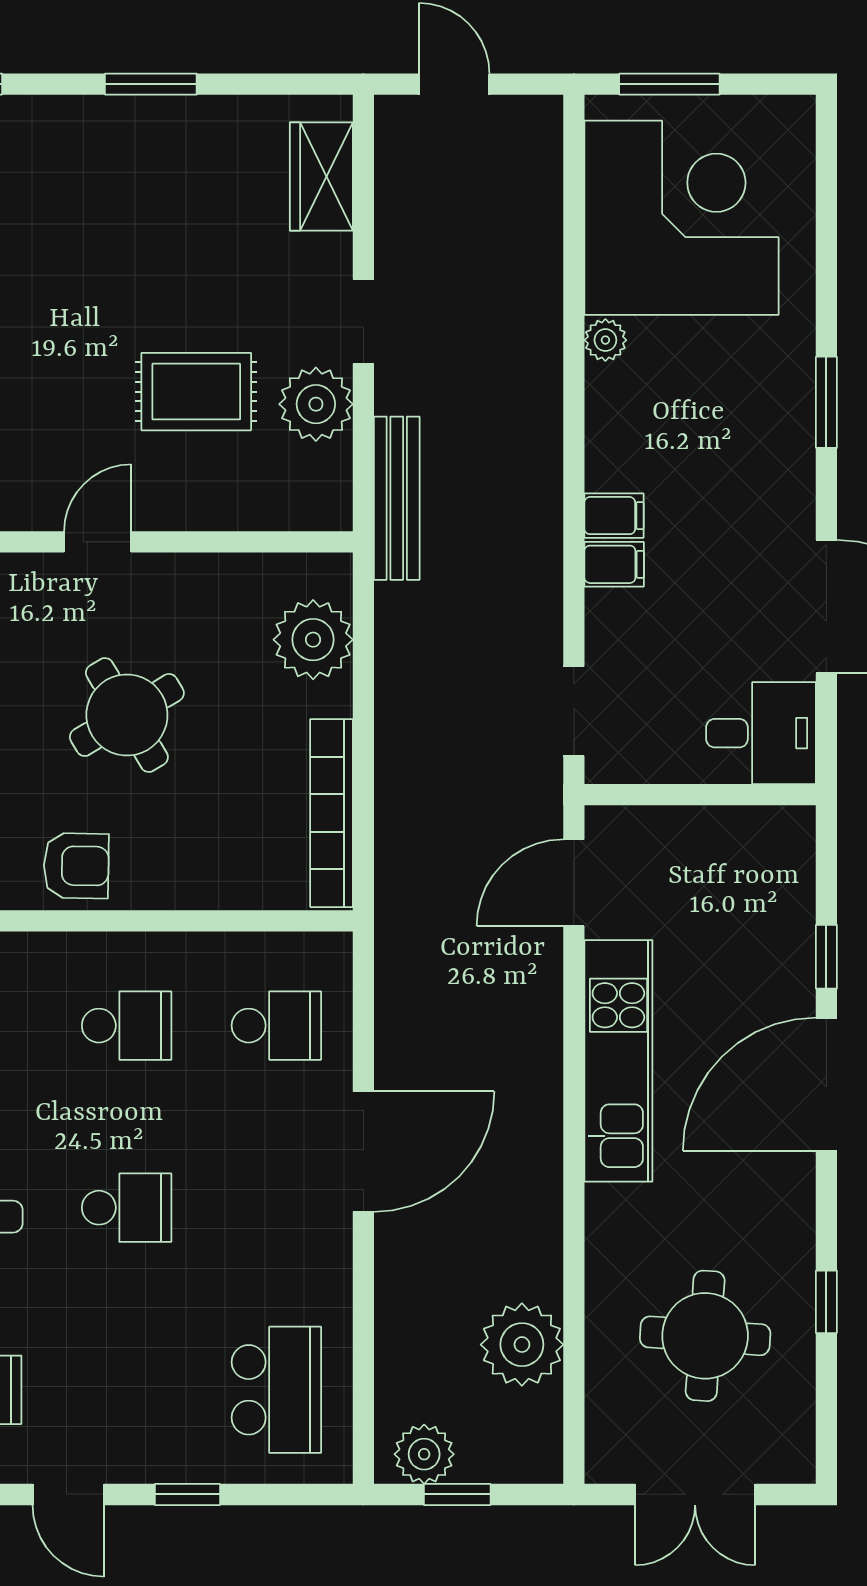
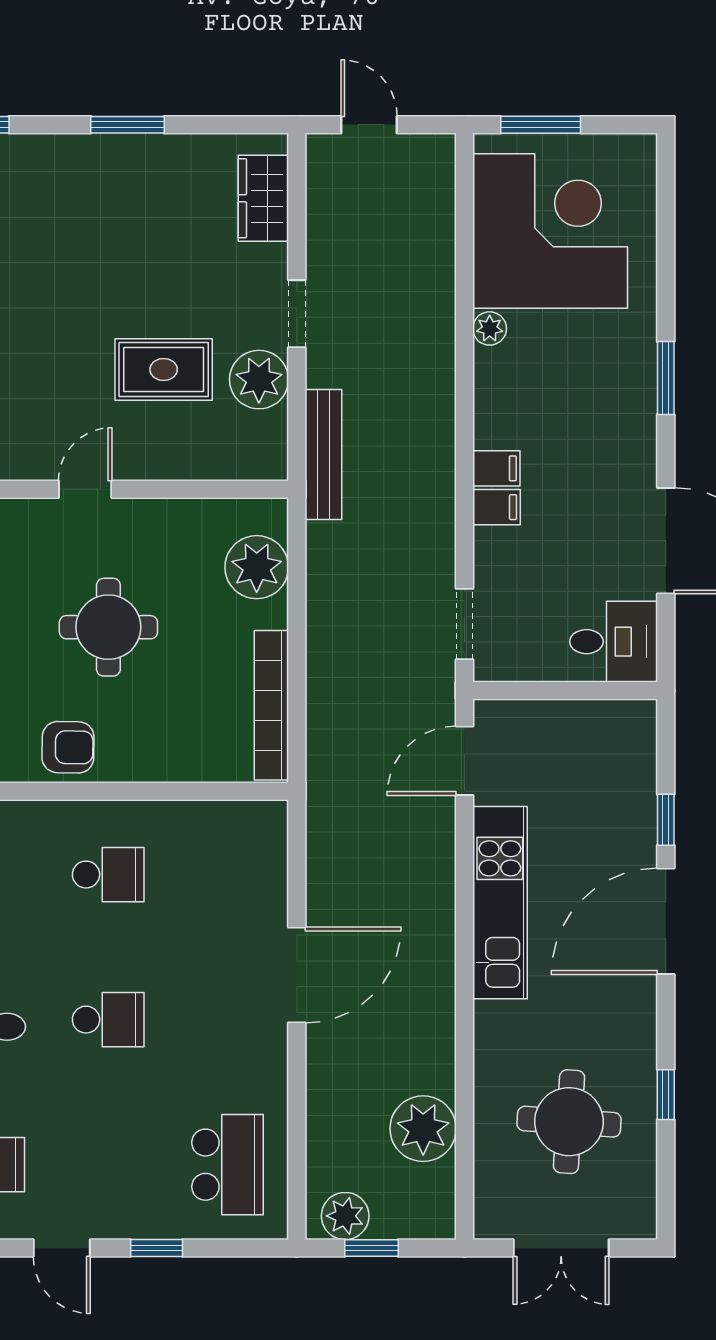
round table: (127, 715) -> (108, 627), turned 31
school desk: (276, 1026) -> (227, 875), removed

